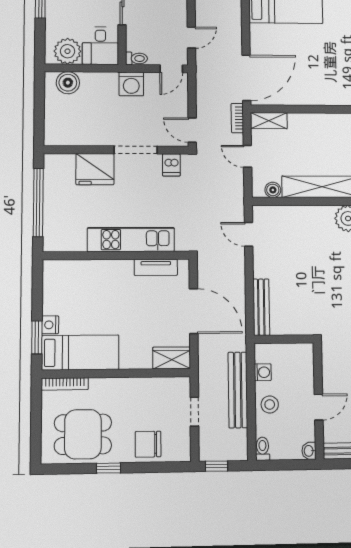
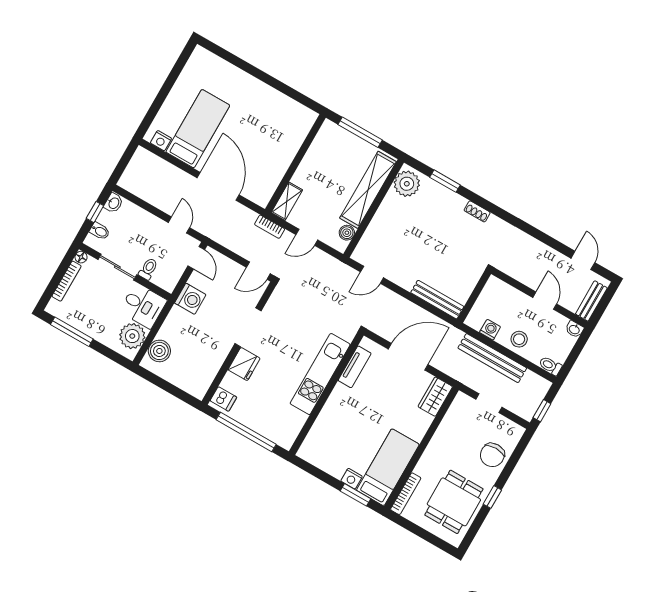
toilet: (136, 58) -> (148, 269), moved
door: (246, 78) -> (218, 186), moved
dishwasher: (171, 165) -> (223, 399), moved
fridge: (95, 169) -> (244, 364), width x0.73, depth x0.75

